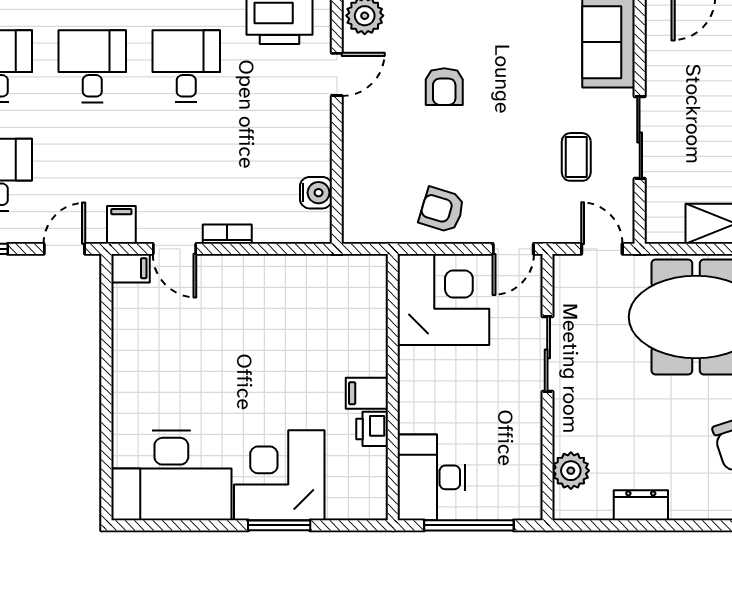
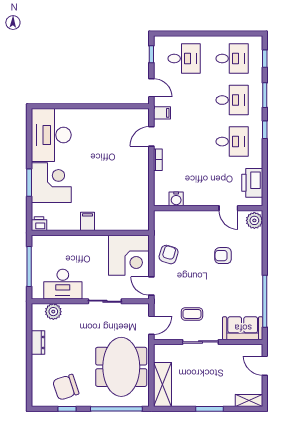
filing cabinet: (130, 268) -> (143, 117), removed
printer: (372, 429) -> (39, 224), moved
desk: (432, 477) -> (63, 284), moved, turned 180

